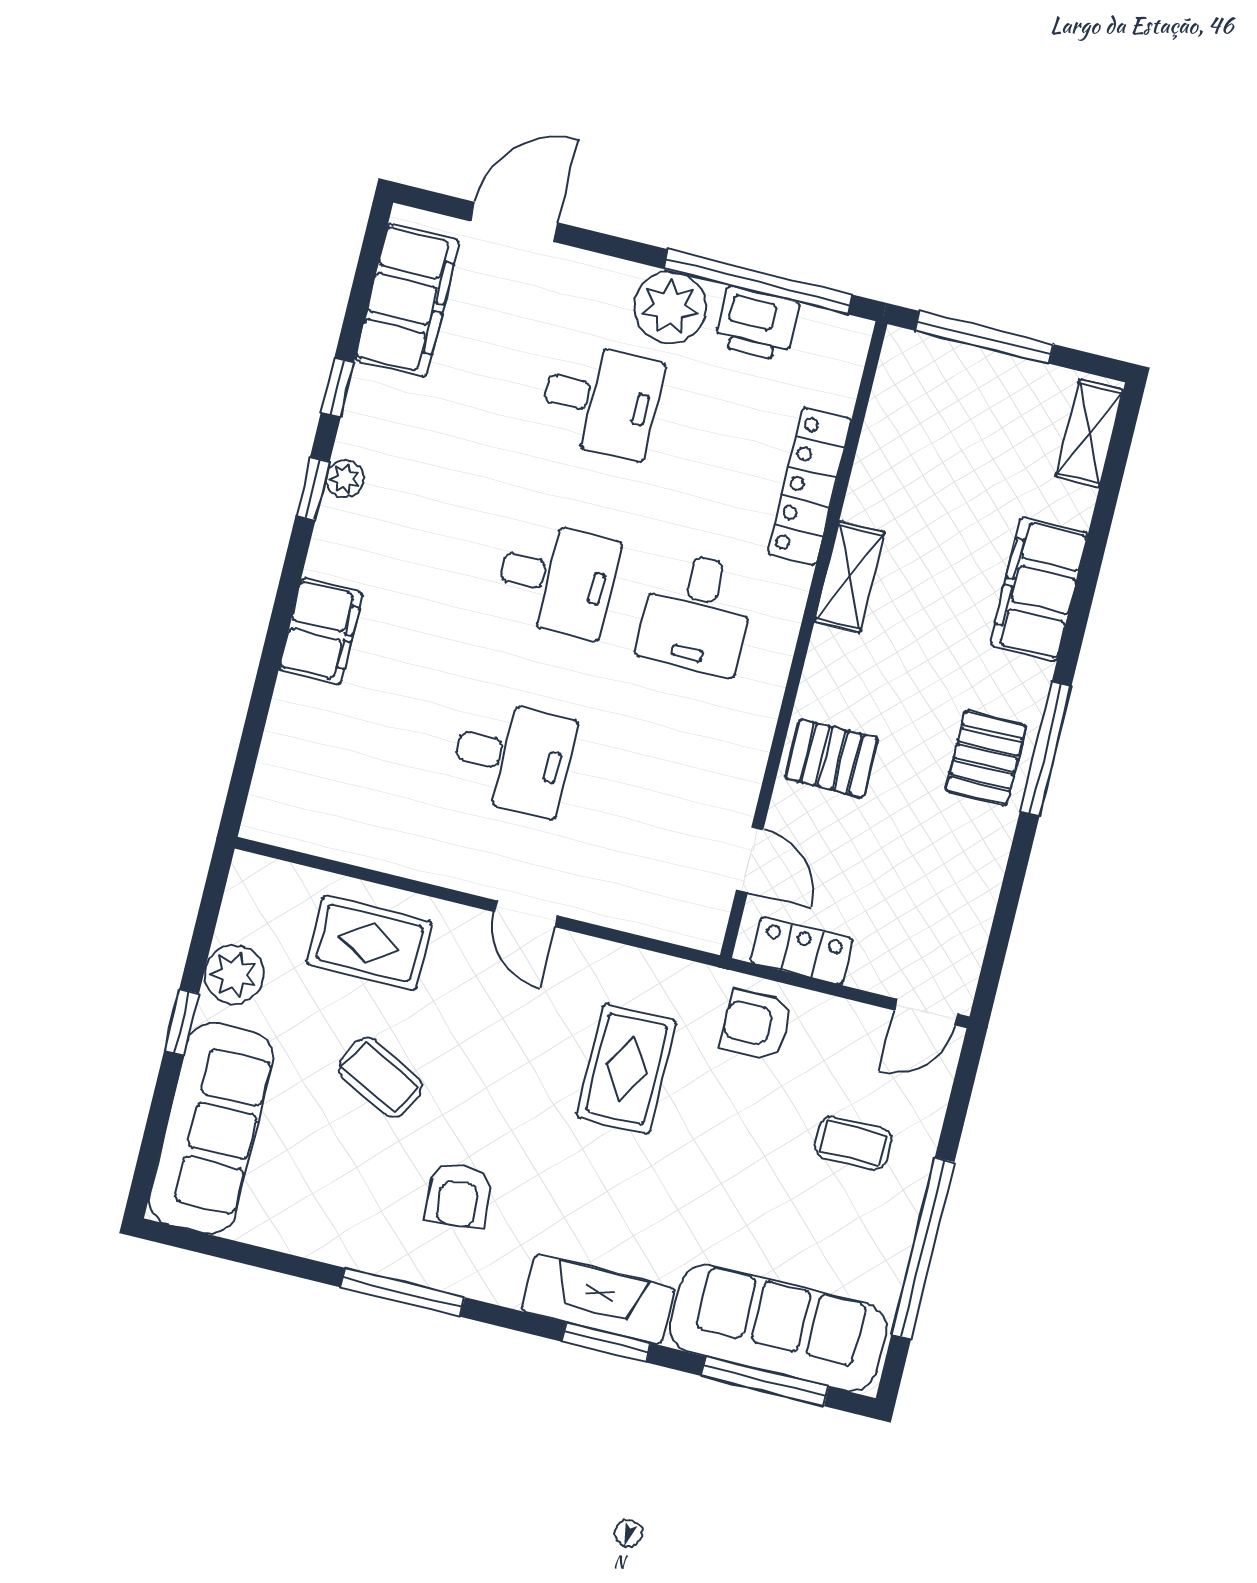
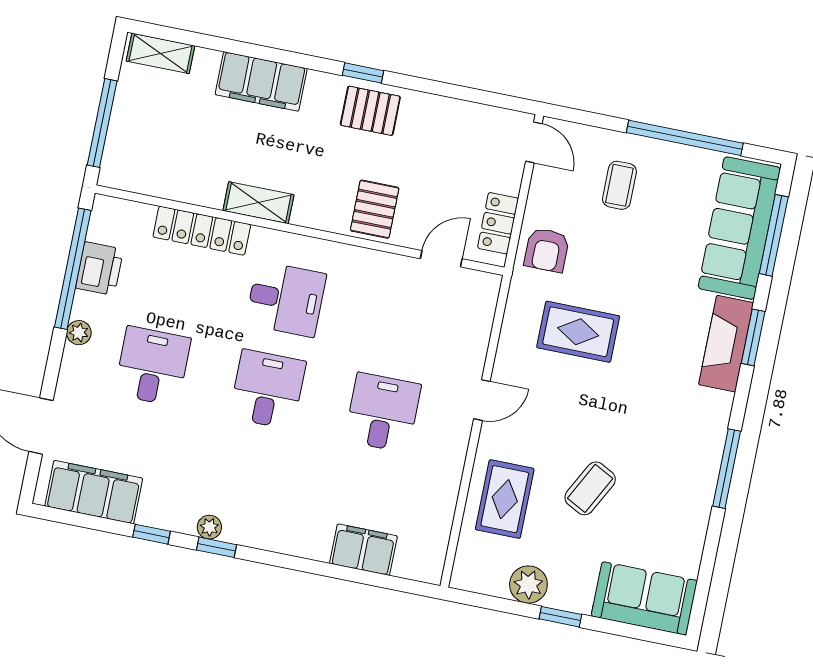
plant: (670, 307) -> (79, 333), width x0.53, depth x0.53
filing cabinet: (321, 631) -> (363, 550), moved
window: (1046, 749) -> (363, 73), width x0.46
sofa: (211, 1128) -> (644, 598), width x0.73
armchair: (459, 1195) -> (663, 435), removed

